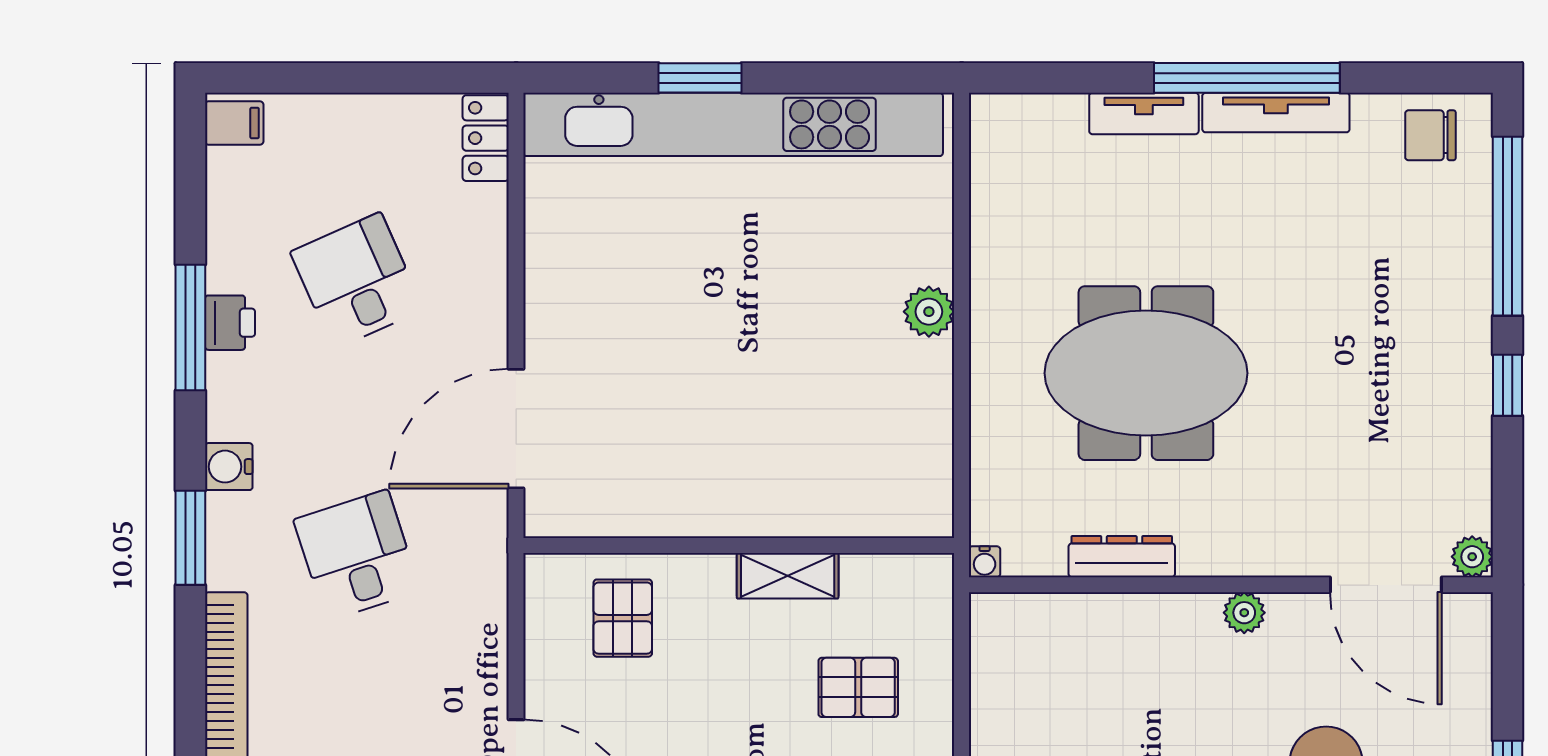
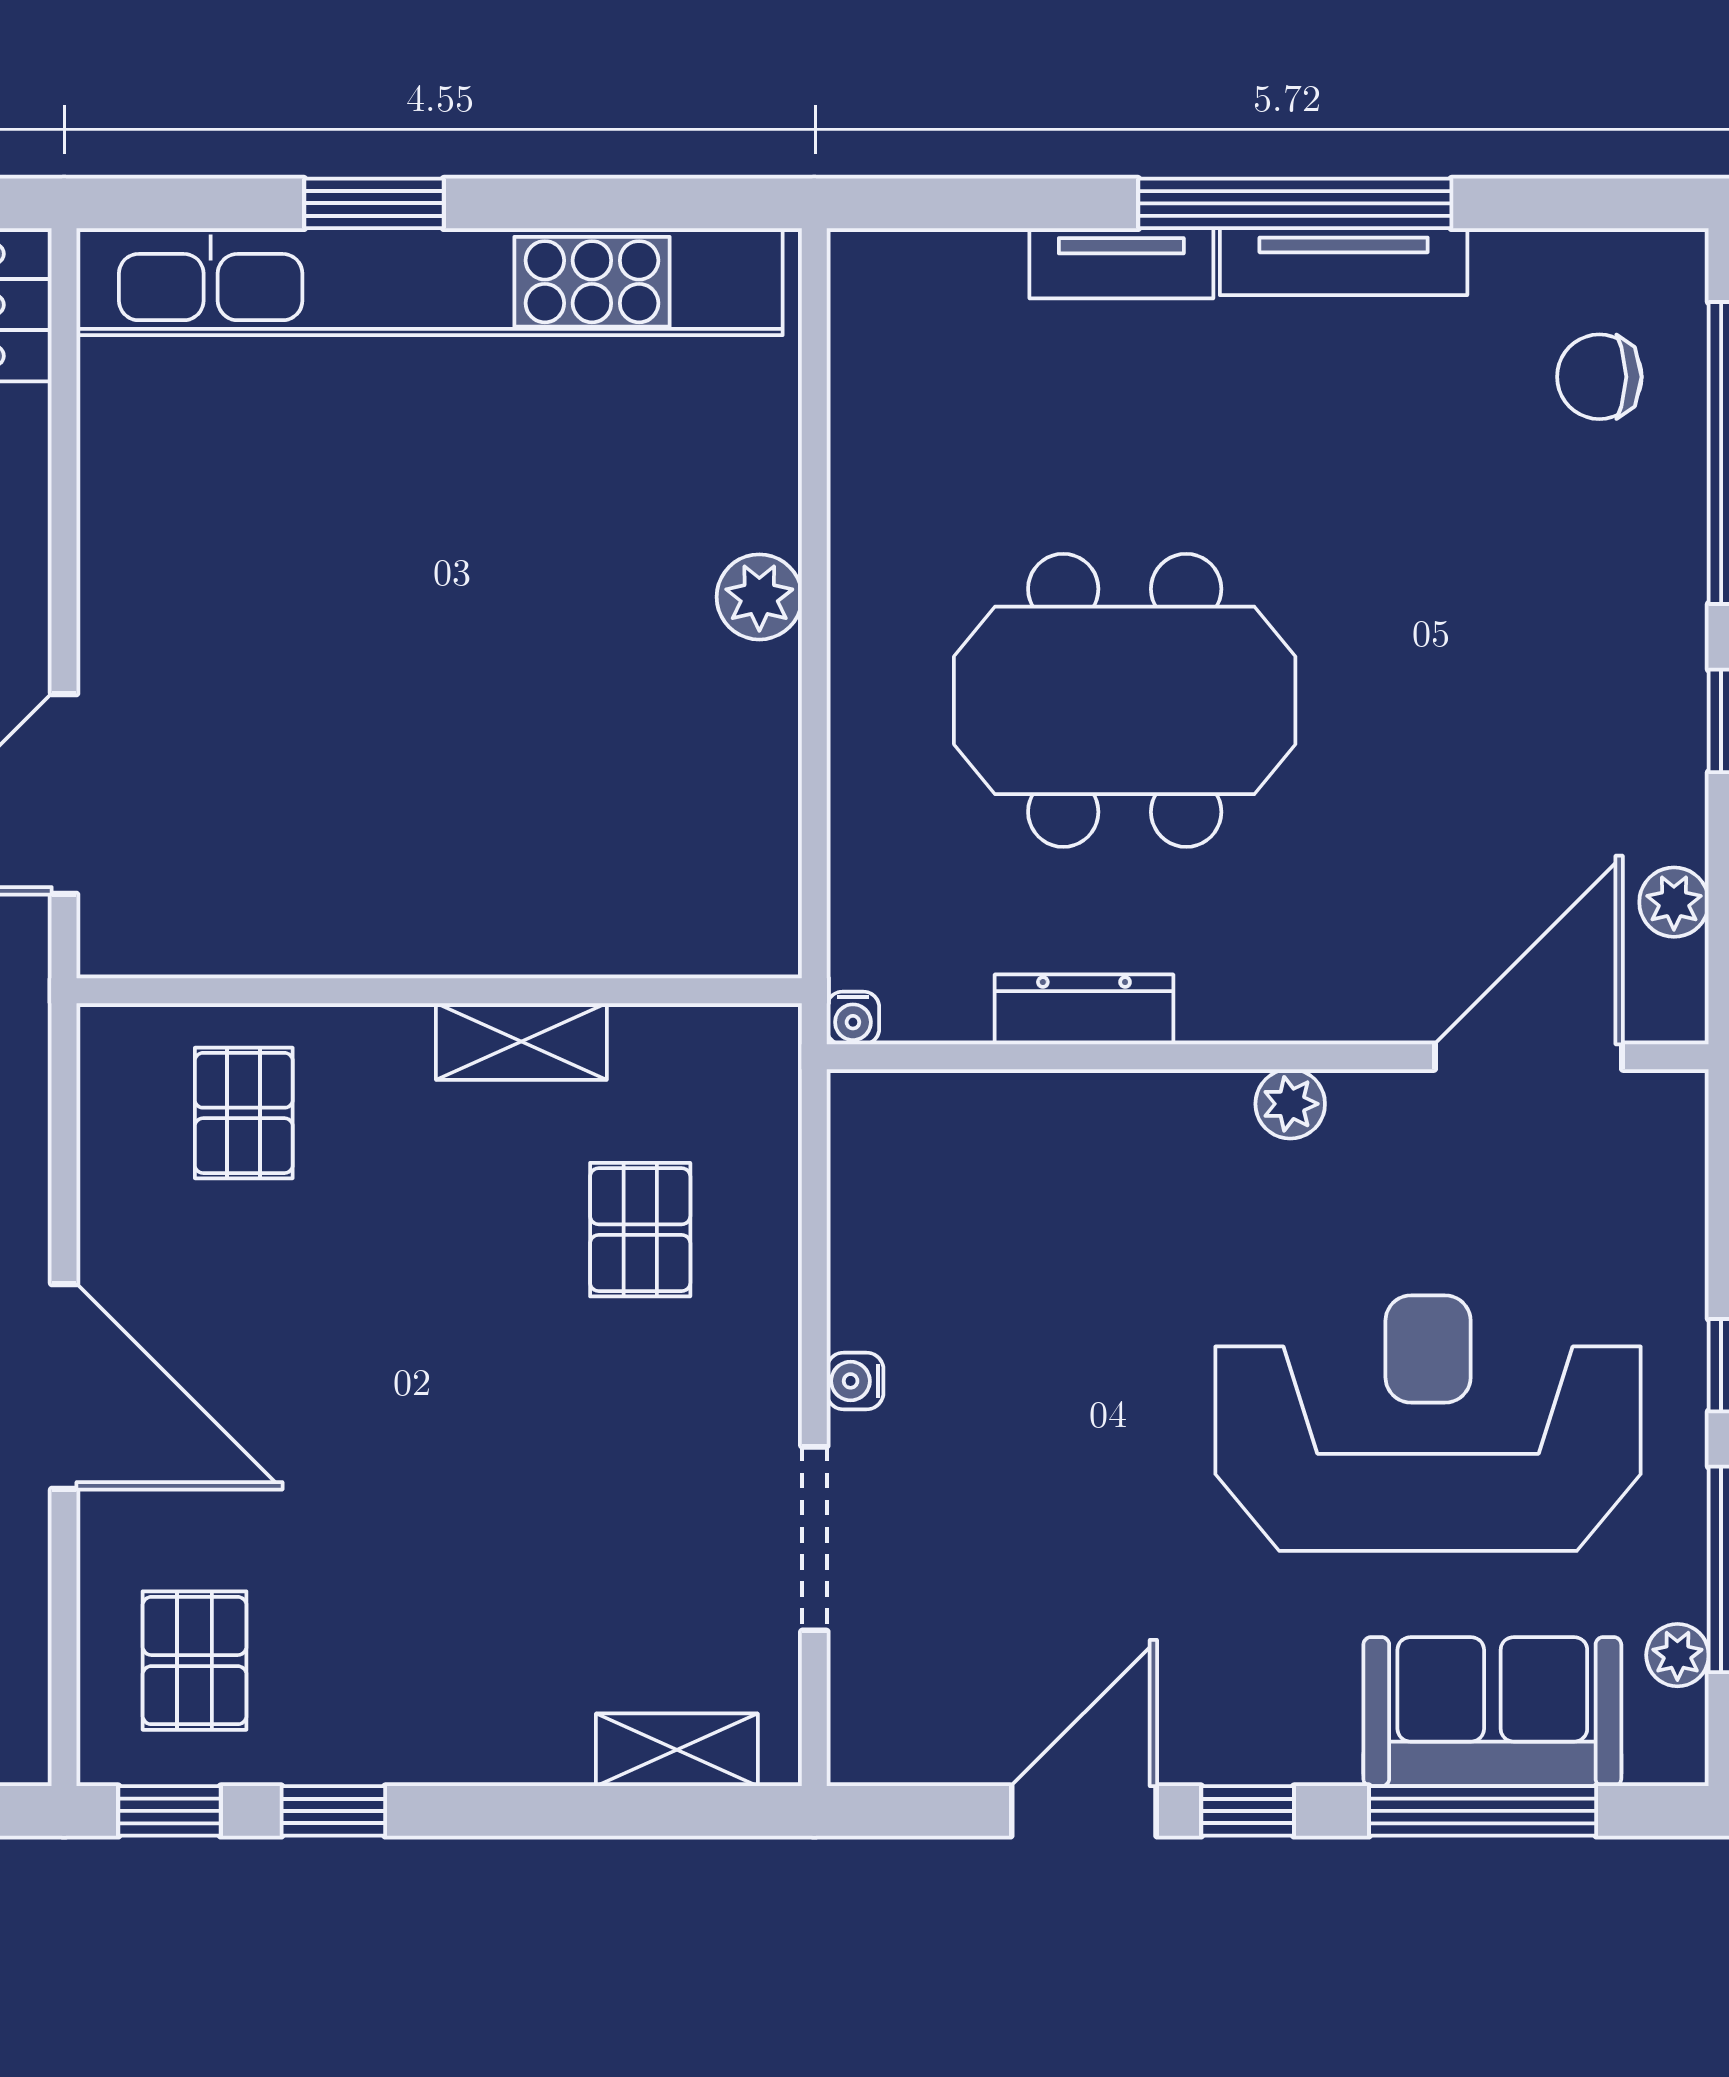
chair: (1430, 135) -> (1599, 377), moved
plant: (1472, 557) -> (1674, 902), moved
door: (1386, 585) -> (1529, 1057), swing flipped
pallet: (858, 687) -> (640, 1230), turned 90

